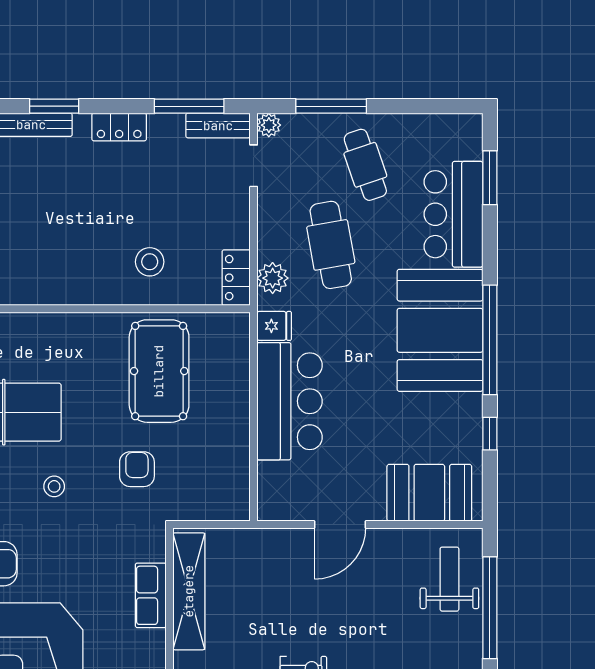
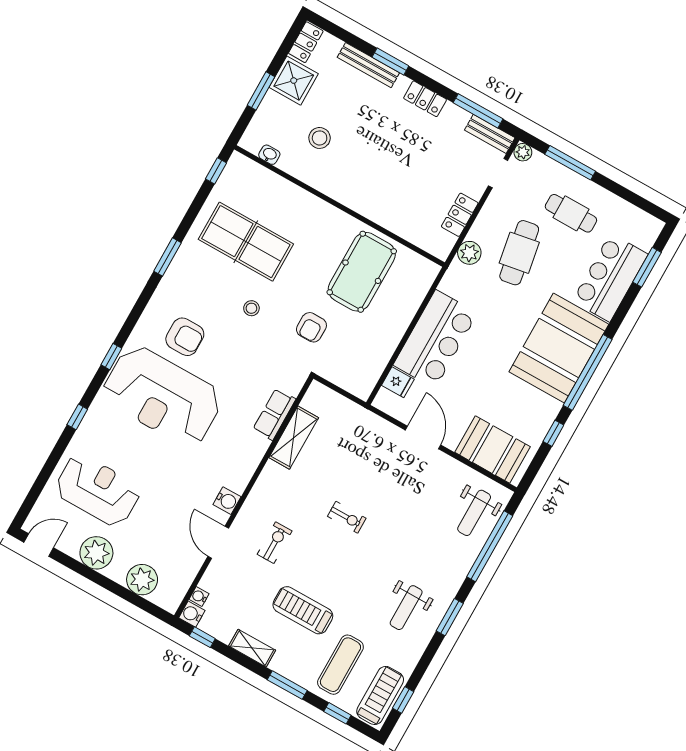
cafe table: (365, 165) -> (571, 213), turned -71
stool: (150, 262) -> (320, 138), moved
locker: (236, 278) -> (460, 215), moved
fridge: (274, 326) -> (398, 382), moved
armchair: (137, 469) -> (311, 327), turned 180
door: (340, 525) -> (423, 437), swing flipped
weight bench: (449, 579) -> (474, 513), turned 180
shelving: (189, 591) -> (294, 438), width x0.68

